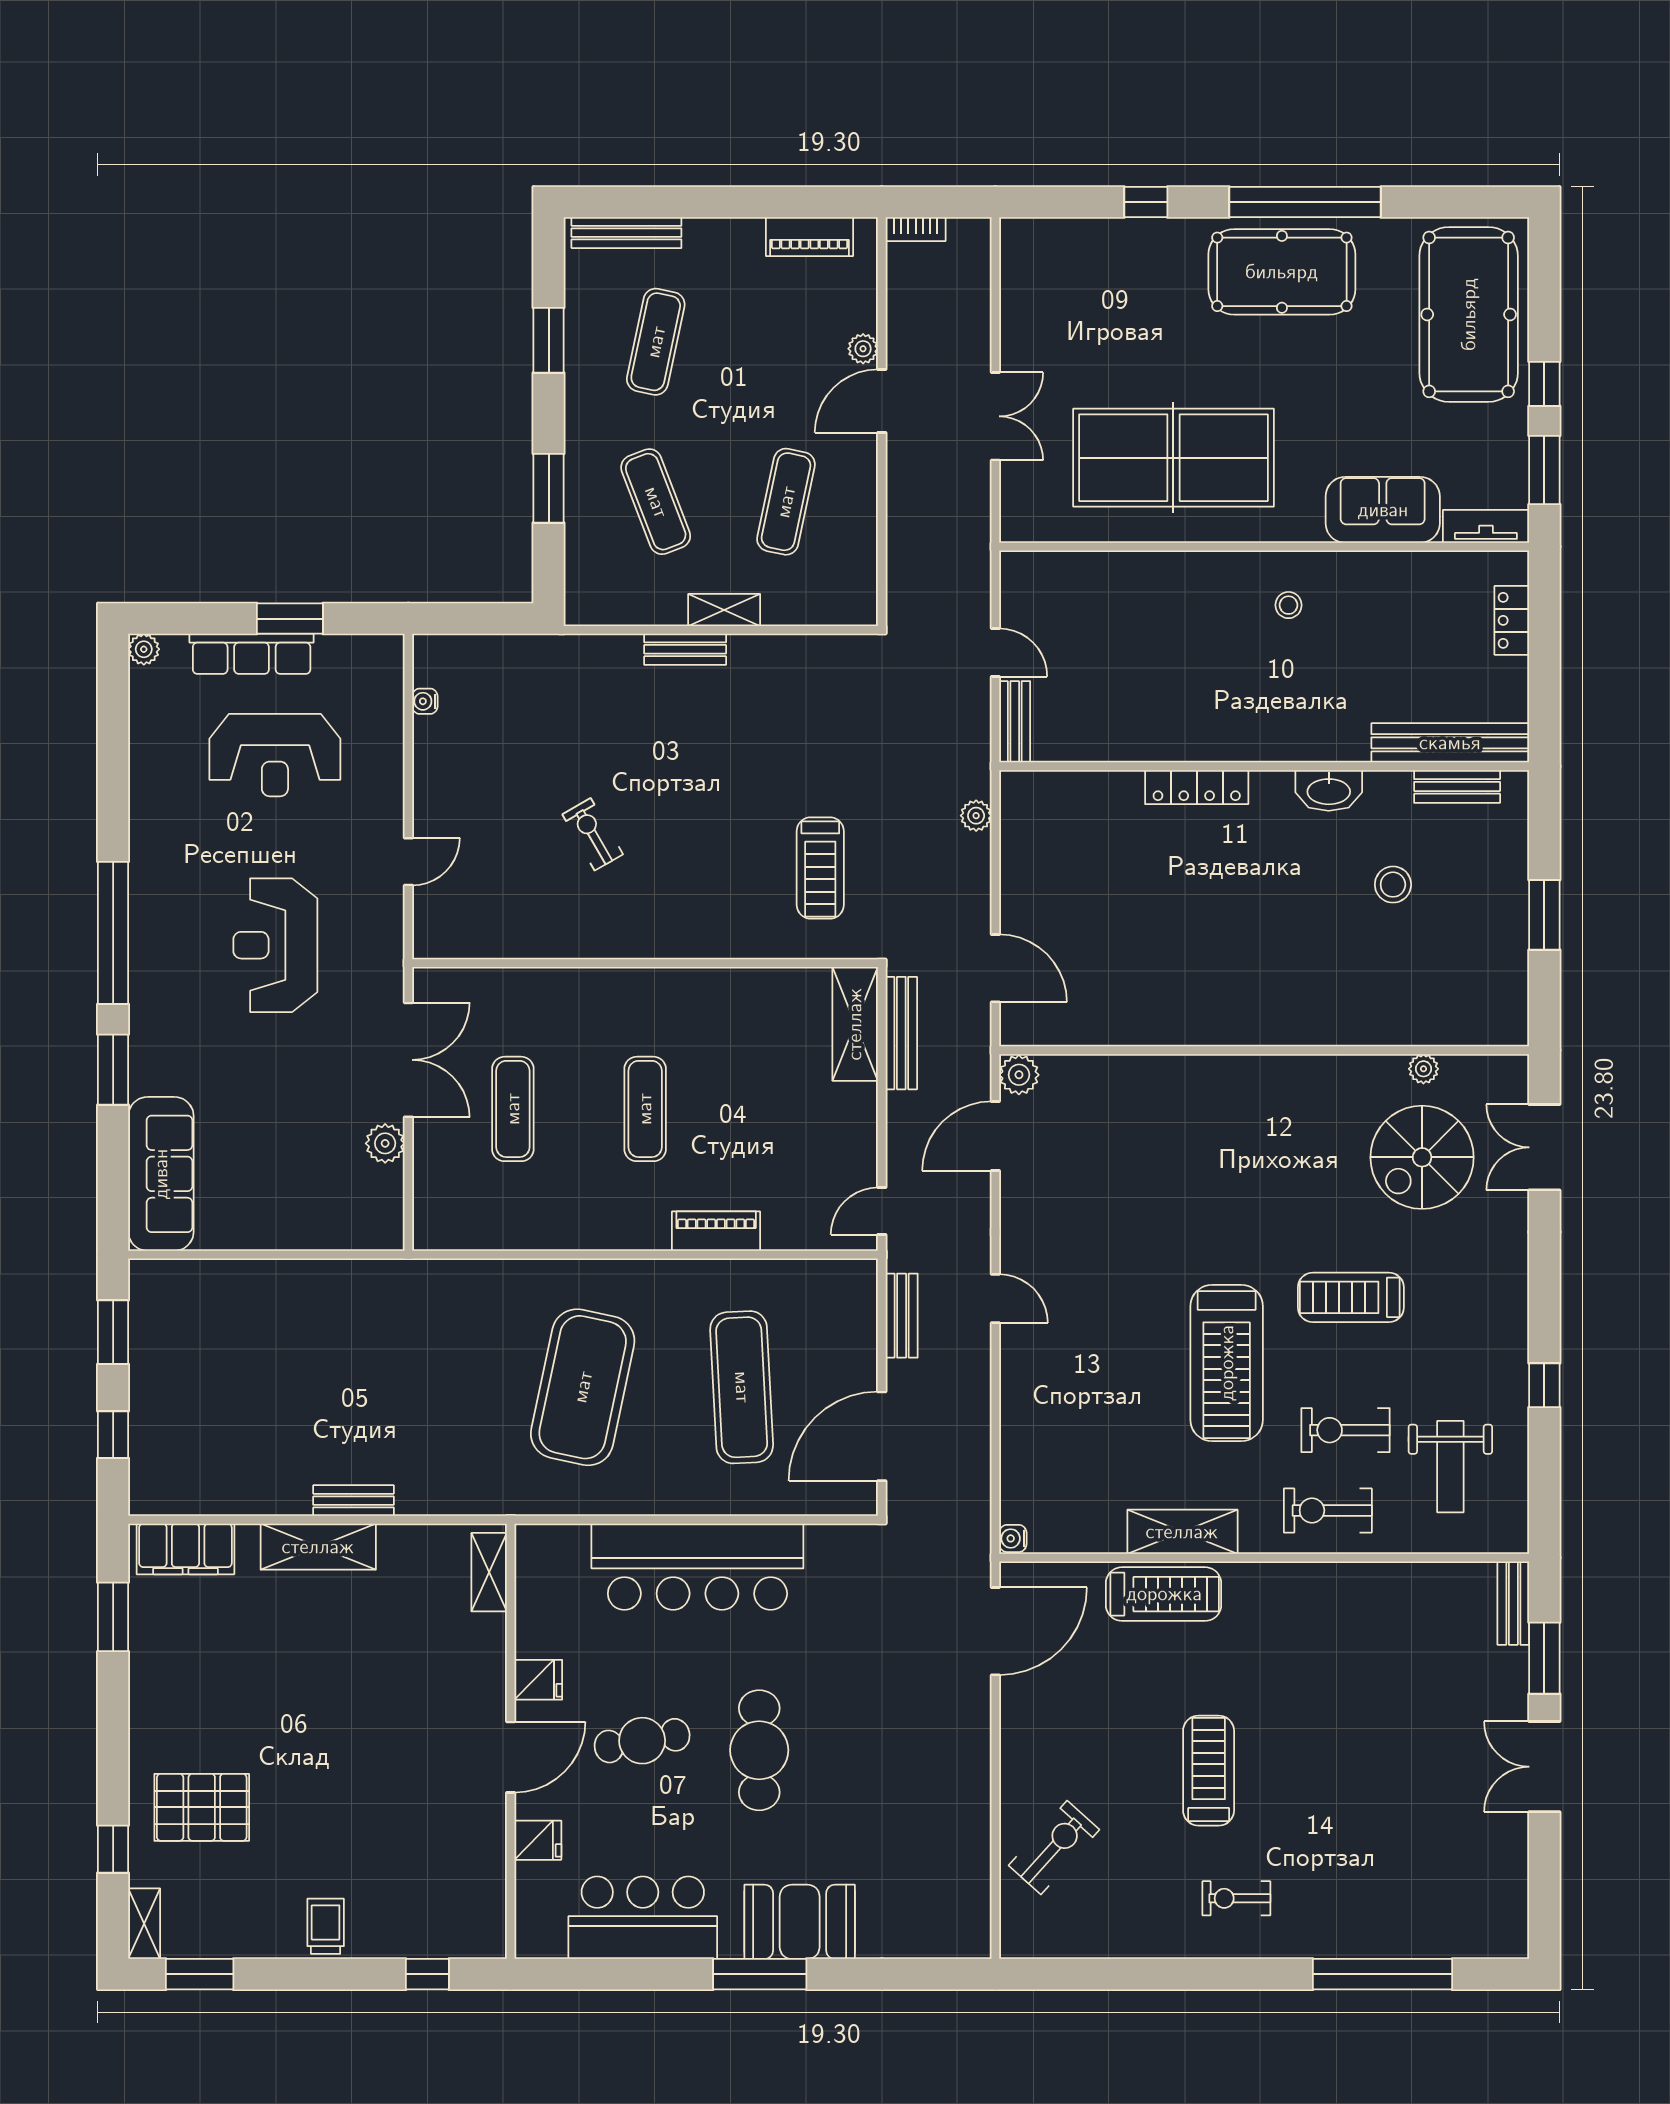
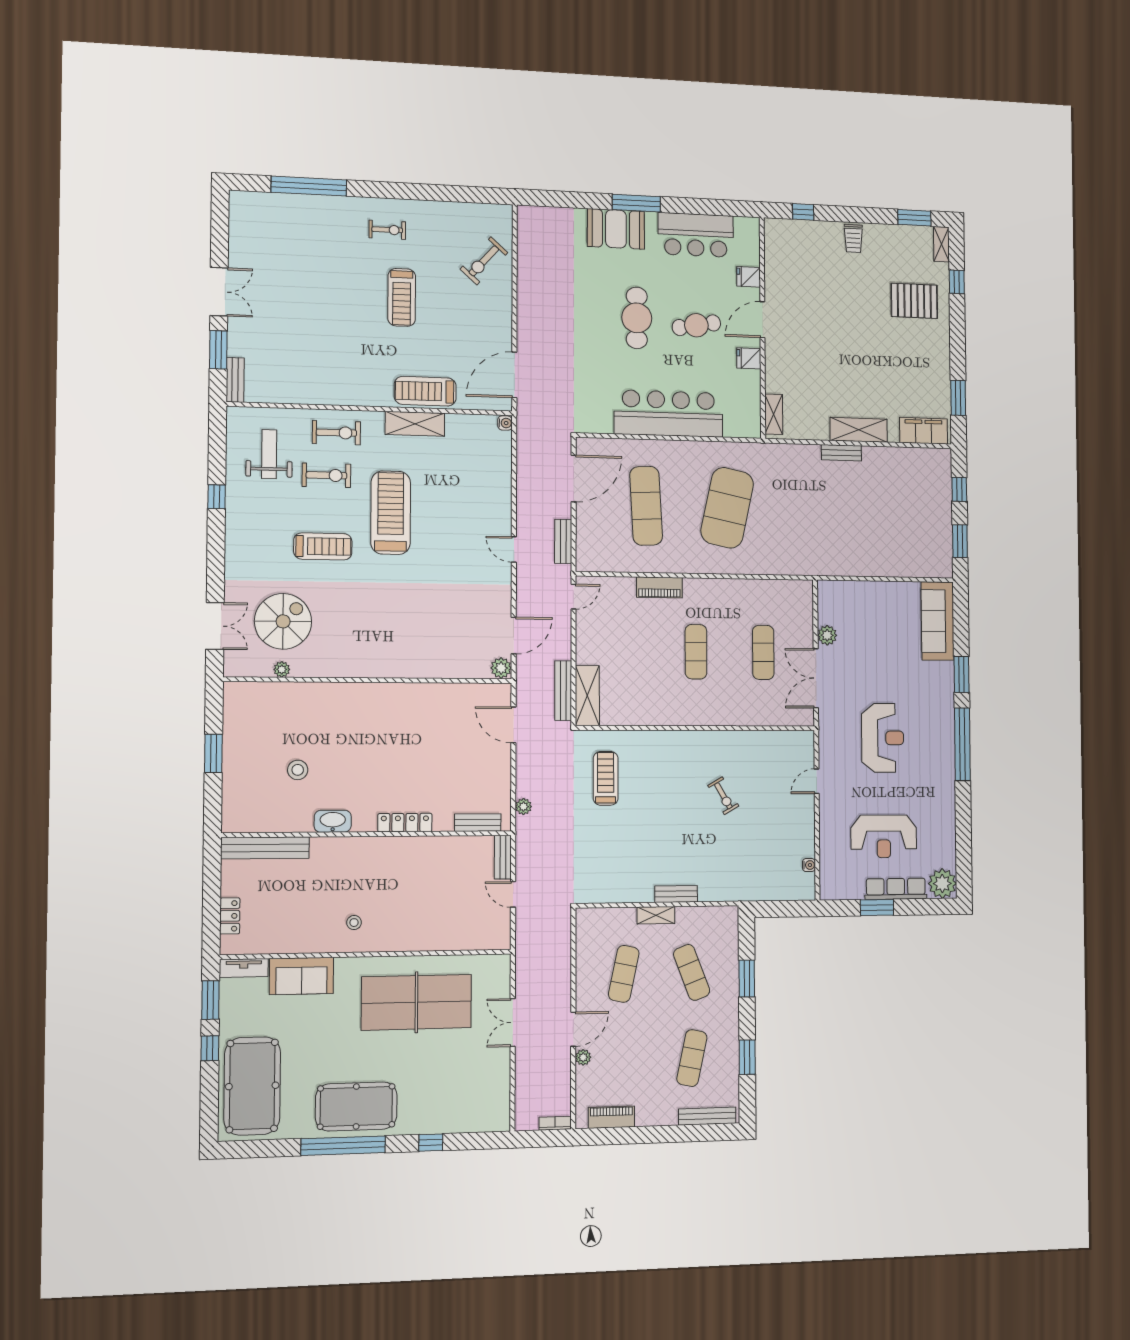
plant: (144, 649) -> (942, 884), width x1.87, depth x1.87
reception desk: (275, 755) -> (884, 836), turned 180
bench: (1457, 786) -> (478, 823), moved

